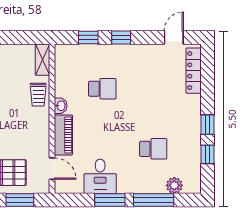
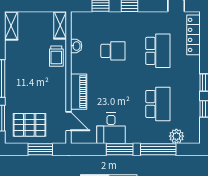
school desk: (153, 89) -> (158, 51), added
washbasin: (61, 106) -> (76, 46), moved
school desk: (153, 149) -> (158, 104), width x1.85

